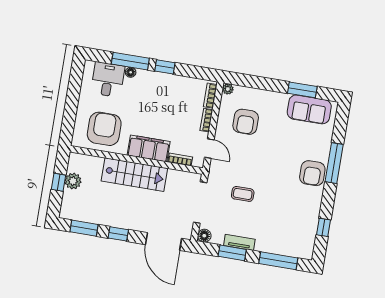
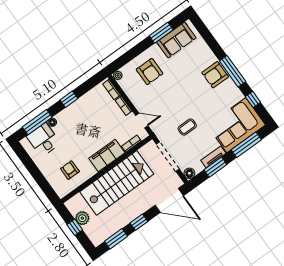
window: (130, 61) -> (37, 122), moved
armchair: (246, 122) -> (150, 71), moved
armchair: (104, 129) -> (70, 170), width x0.53, depth x0.53
window: (334, 163) -> (233, 71), moved
armchair: (312, 173) -> (215, 75), turned 90
stairs: (134, 175) -> (117, 183), width x1.36, depth x1.51
corner sofa: (287, 235) -> (236, 125), added

